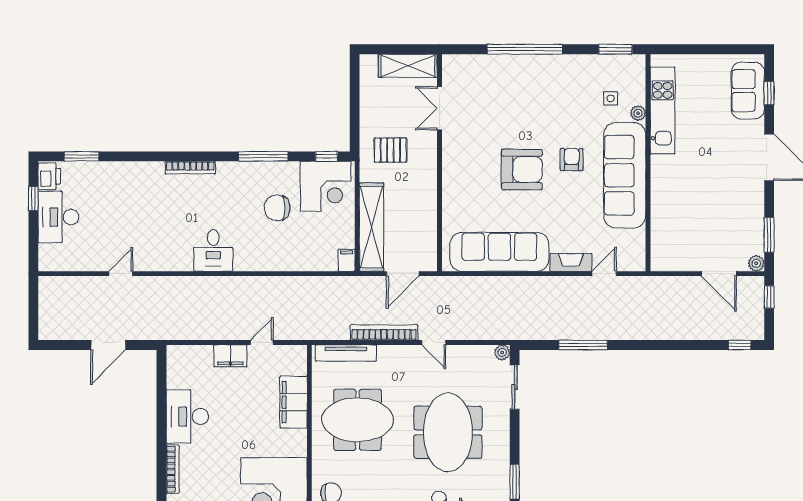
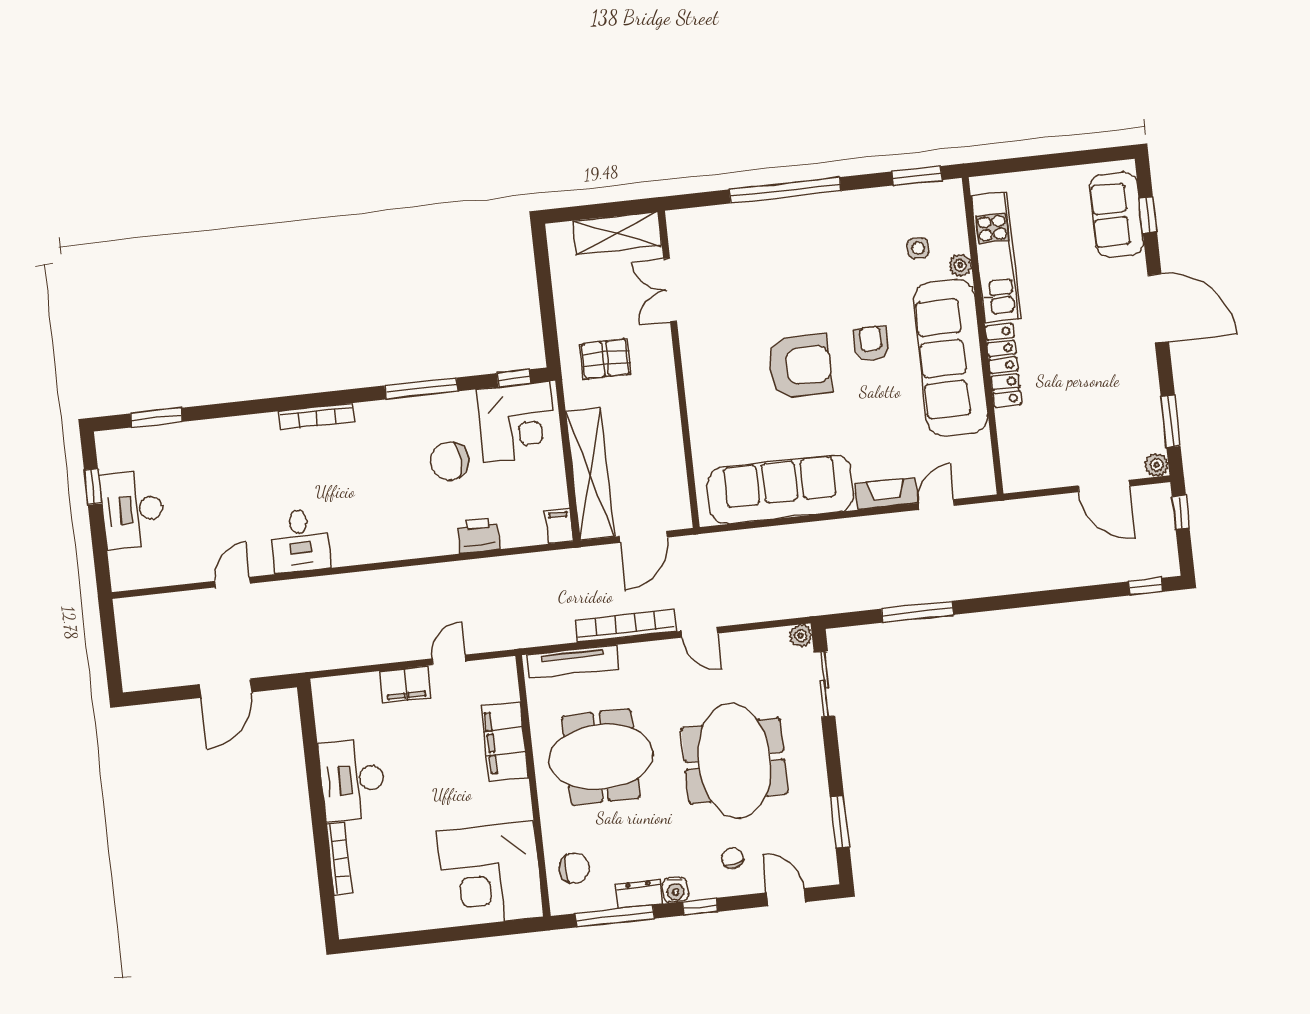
printer: (49, 176) -> (479, 535), moved, turned -90
locker: (660, 184) -> (1003, 365), added
desk: (213, 251) -> (300, 541), moved

